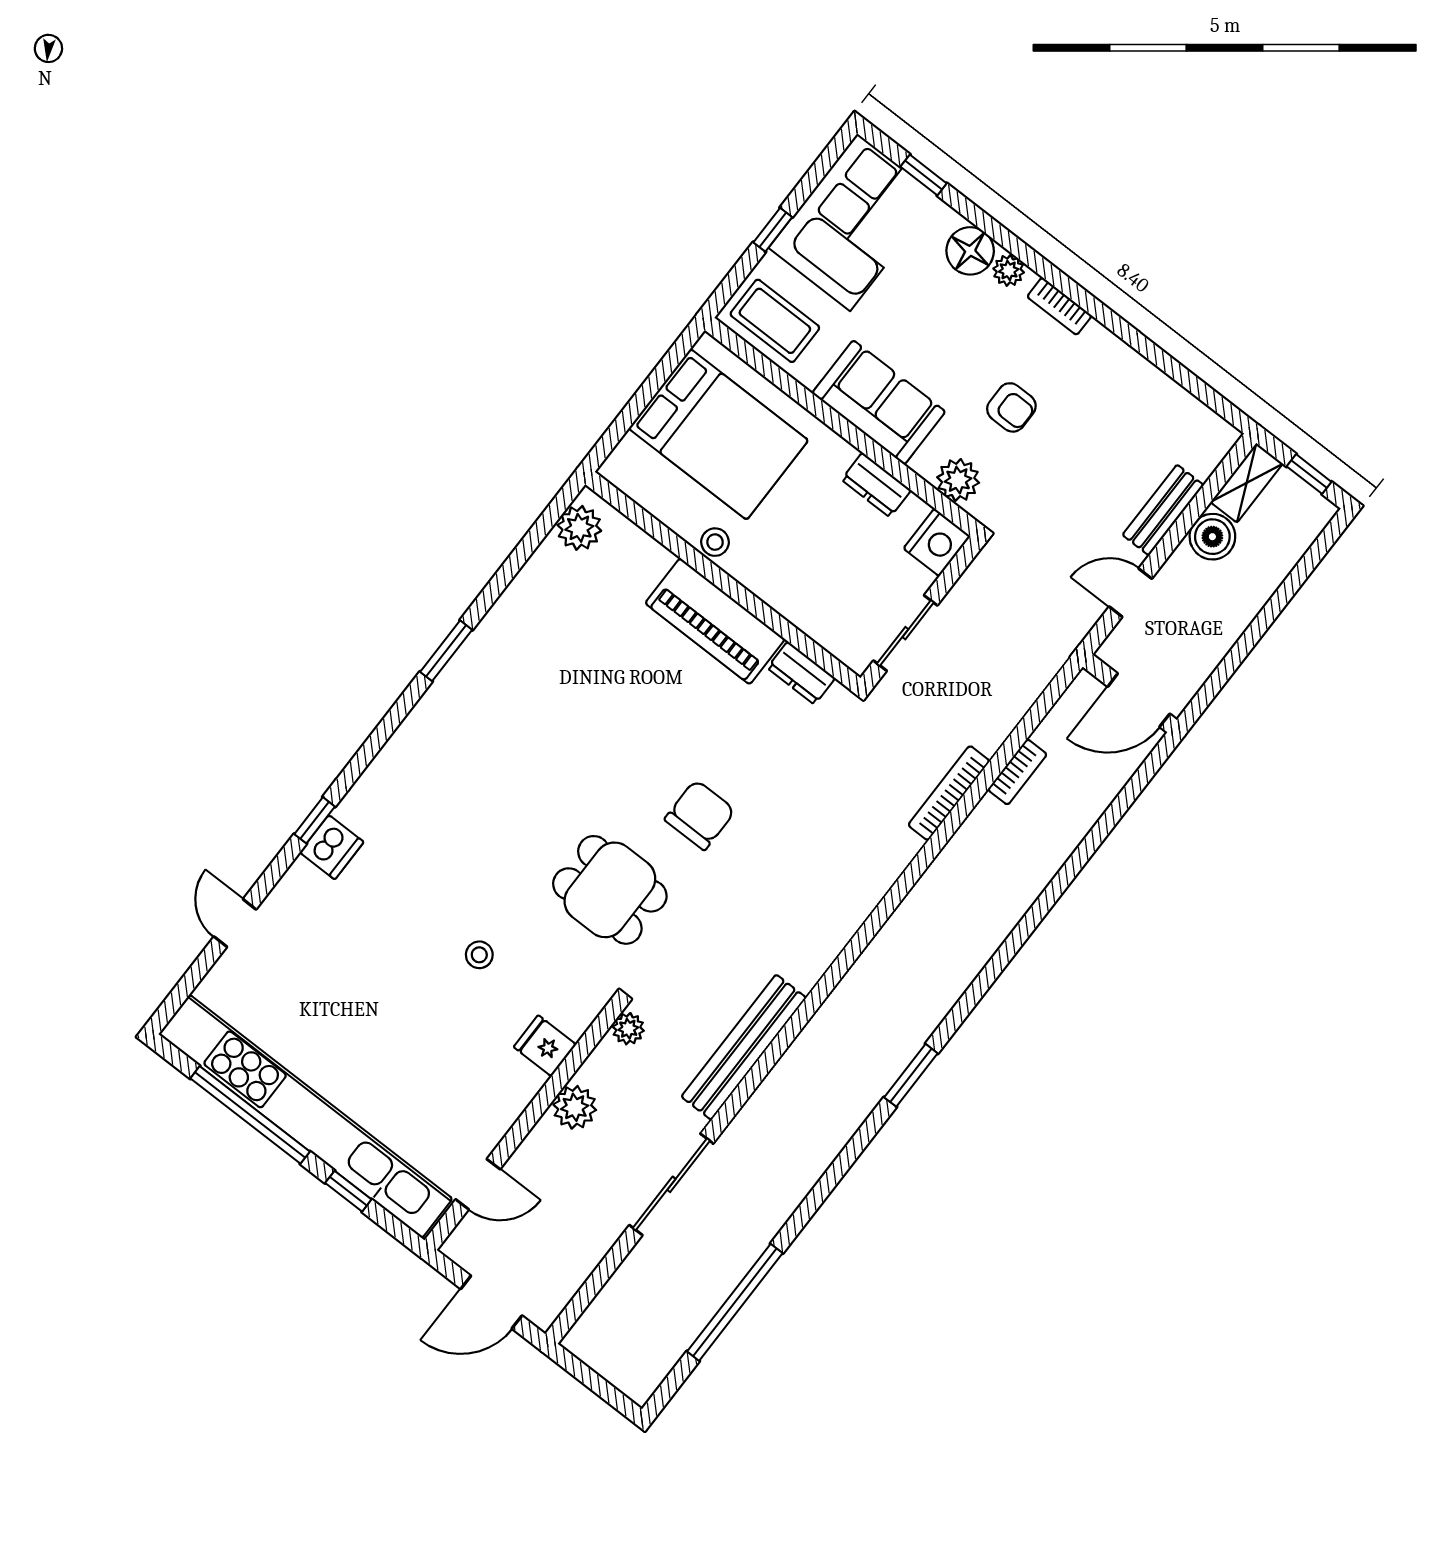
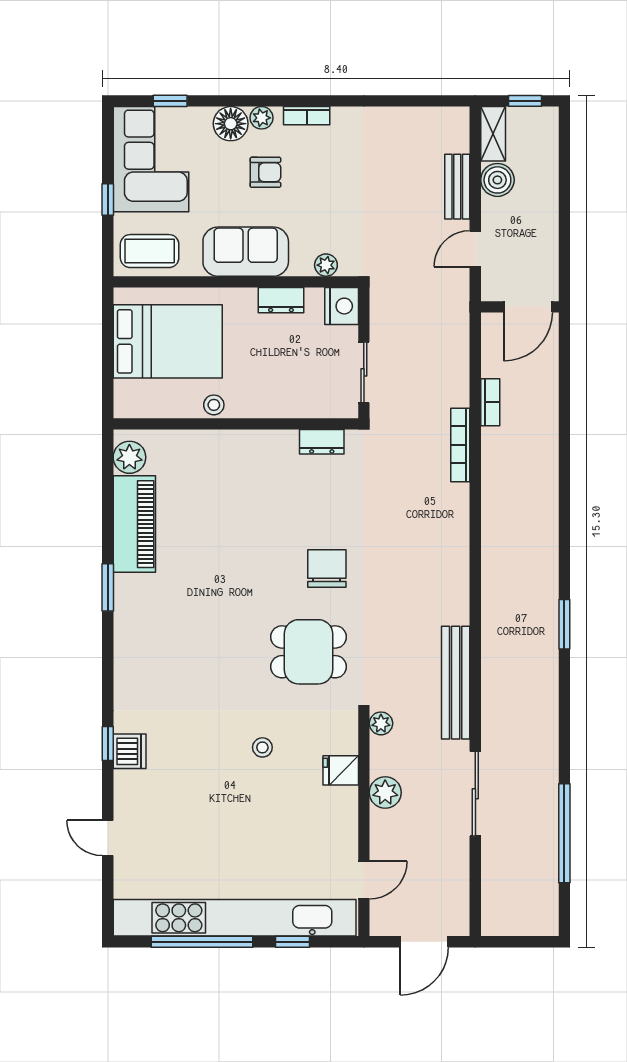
armchair: (1011, 407) -> (265, 172), moved
plant: (958, 480) -> (326, 265), width x0.73, depth x0.73
piano: (715, 621) -> (134, 524), moved, turned -90

